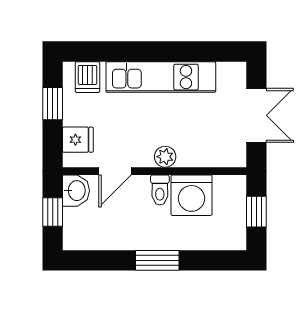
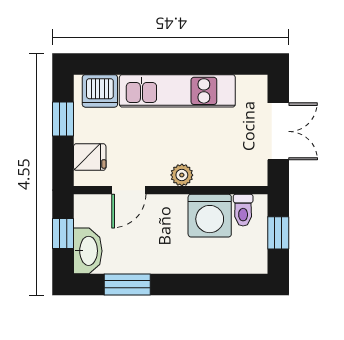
dishwasher: (87, 77) -> (100, 91), width x1.38
toilet: (160, 190) -> (243, 210), moved
washbasin: (76, 191) -> (88, 251), moved, width x1.38
window: (157, 260) -> (127, 284), moved

